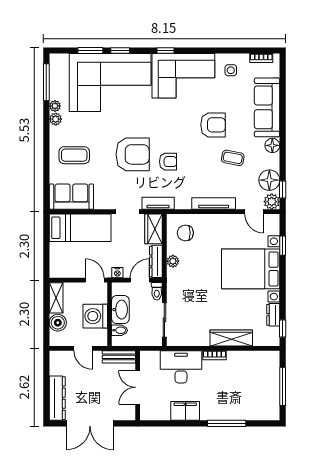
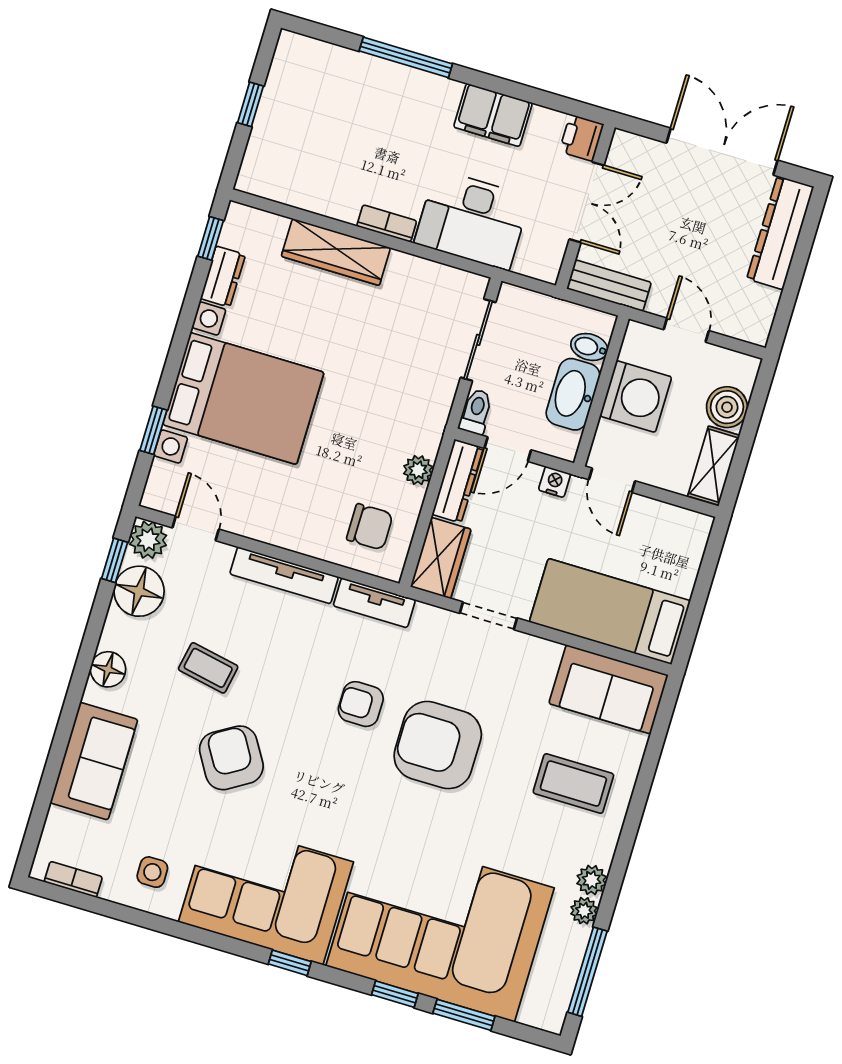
sofa: (267, 107) -> (94, 761), width x0.73
armchair: (213, 125) -> (231, 758), turned 59
tv unit: (158, 203) -> (374, 603), moved
window: (283, 386) -> (251, 104), width x0.46
printer: (147, 412) -> (582, 138), added

